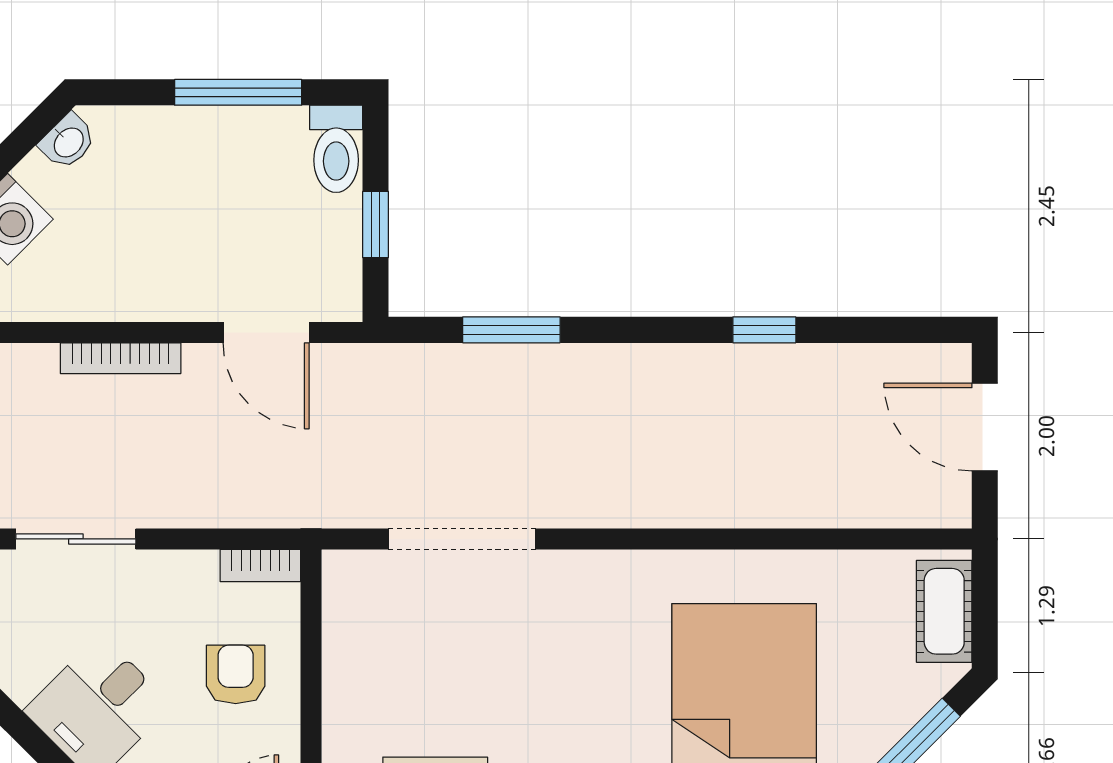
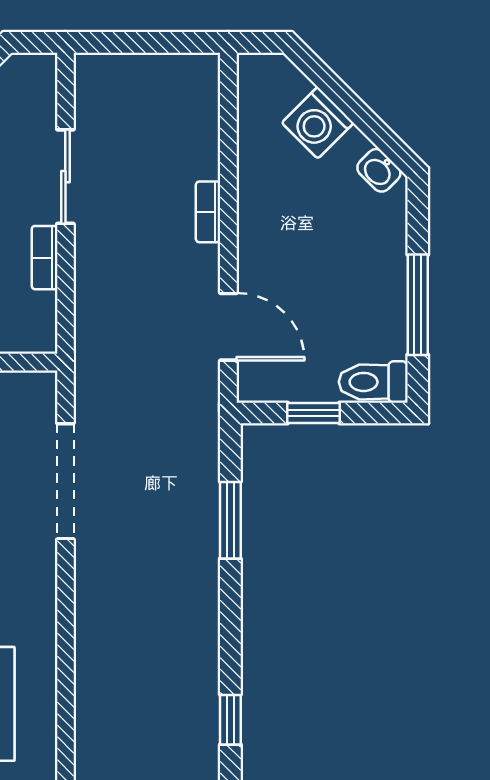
door: (266, 332) -> (228, 327), swing flipped
bookcase: (121, 358) -> (208, 212), width x0.64
bookcase: (260, 565) -> (45, 258), moved

